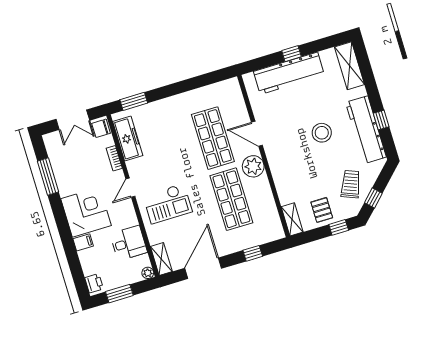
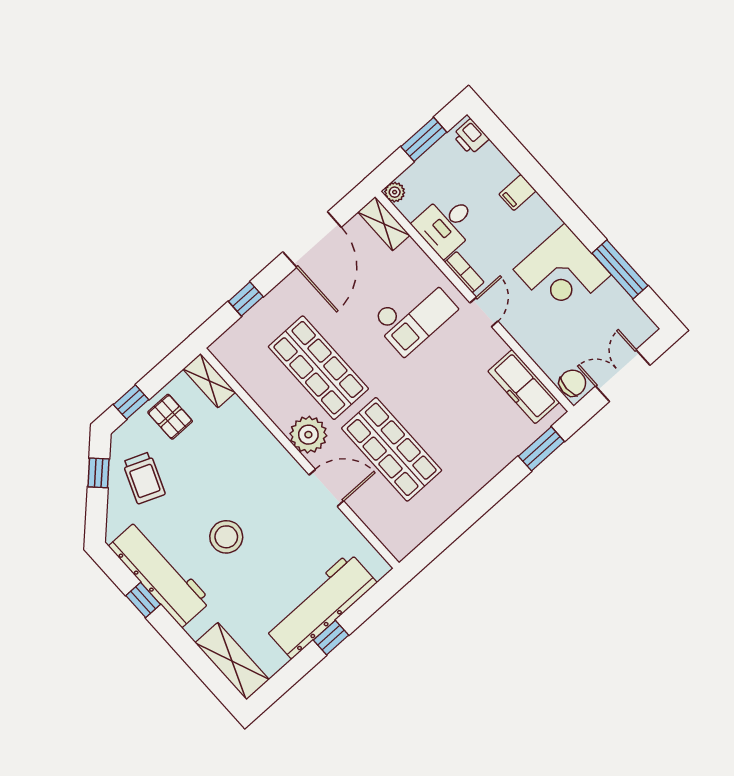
bookcase: (114, 158) -> (464, 272), moved
checkout: (168, 204) -> (414, 314), turned 180
corner desk: (86, 212) -> (562, 272), moved

